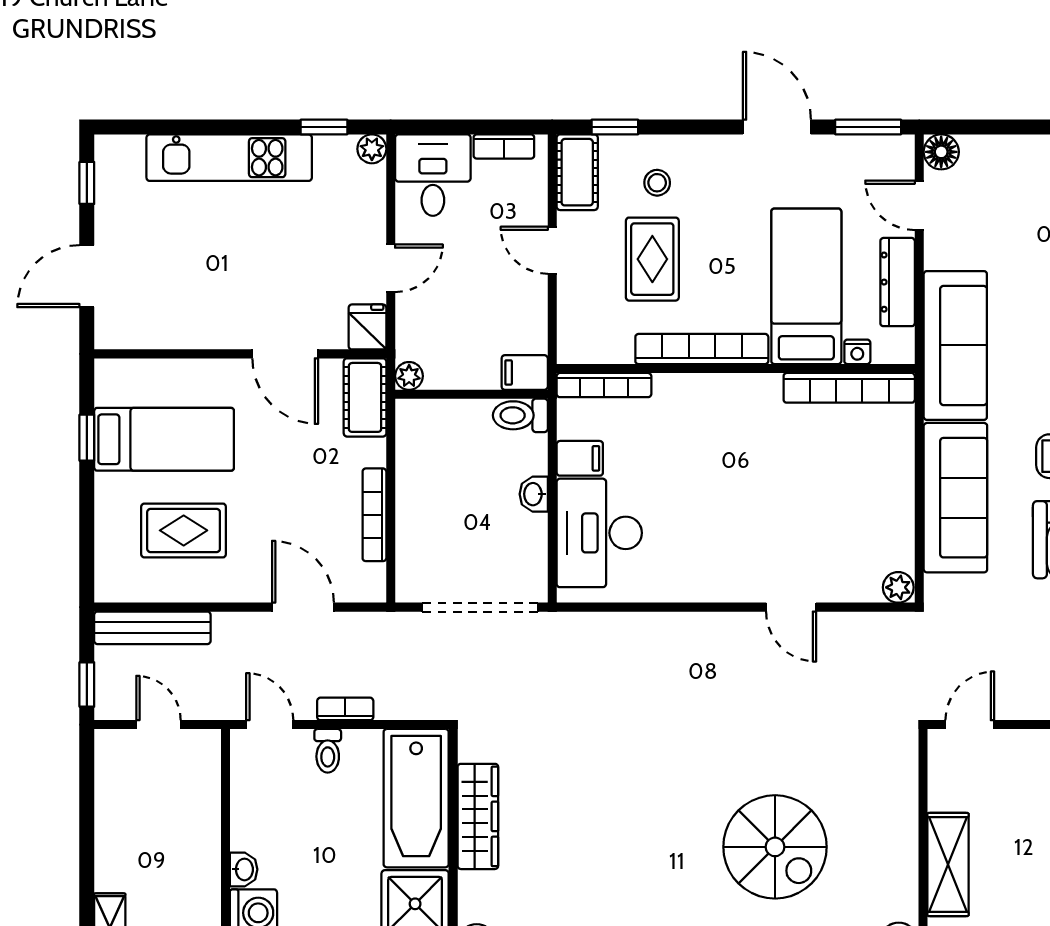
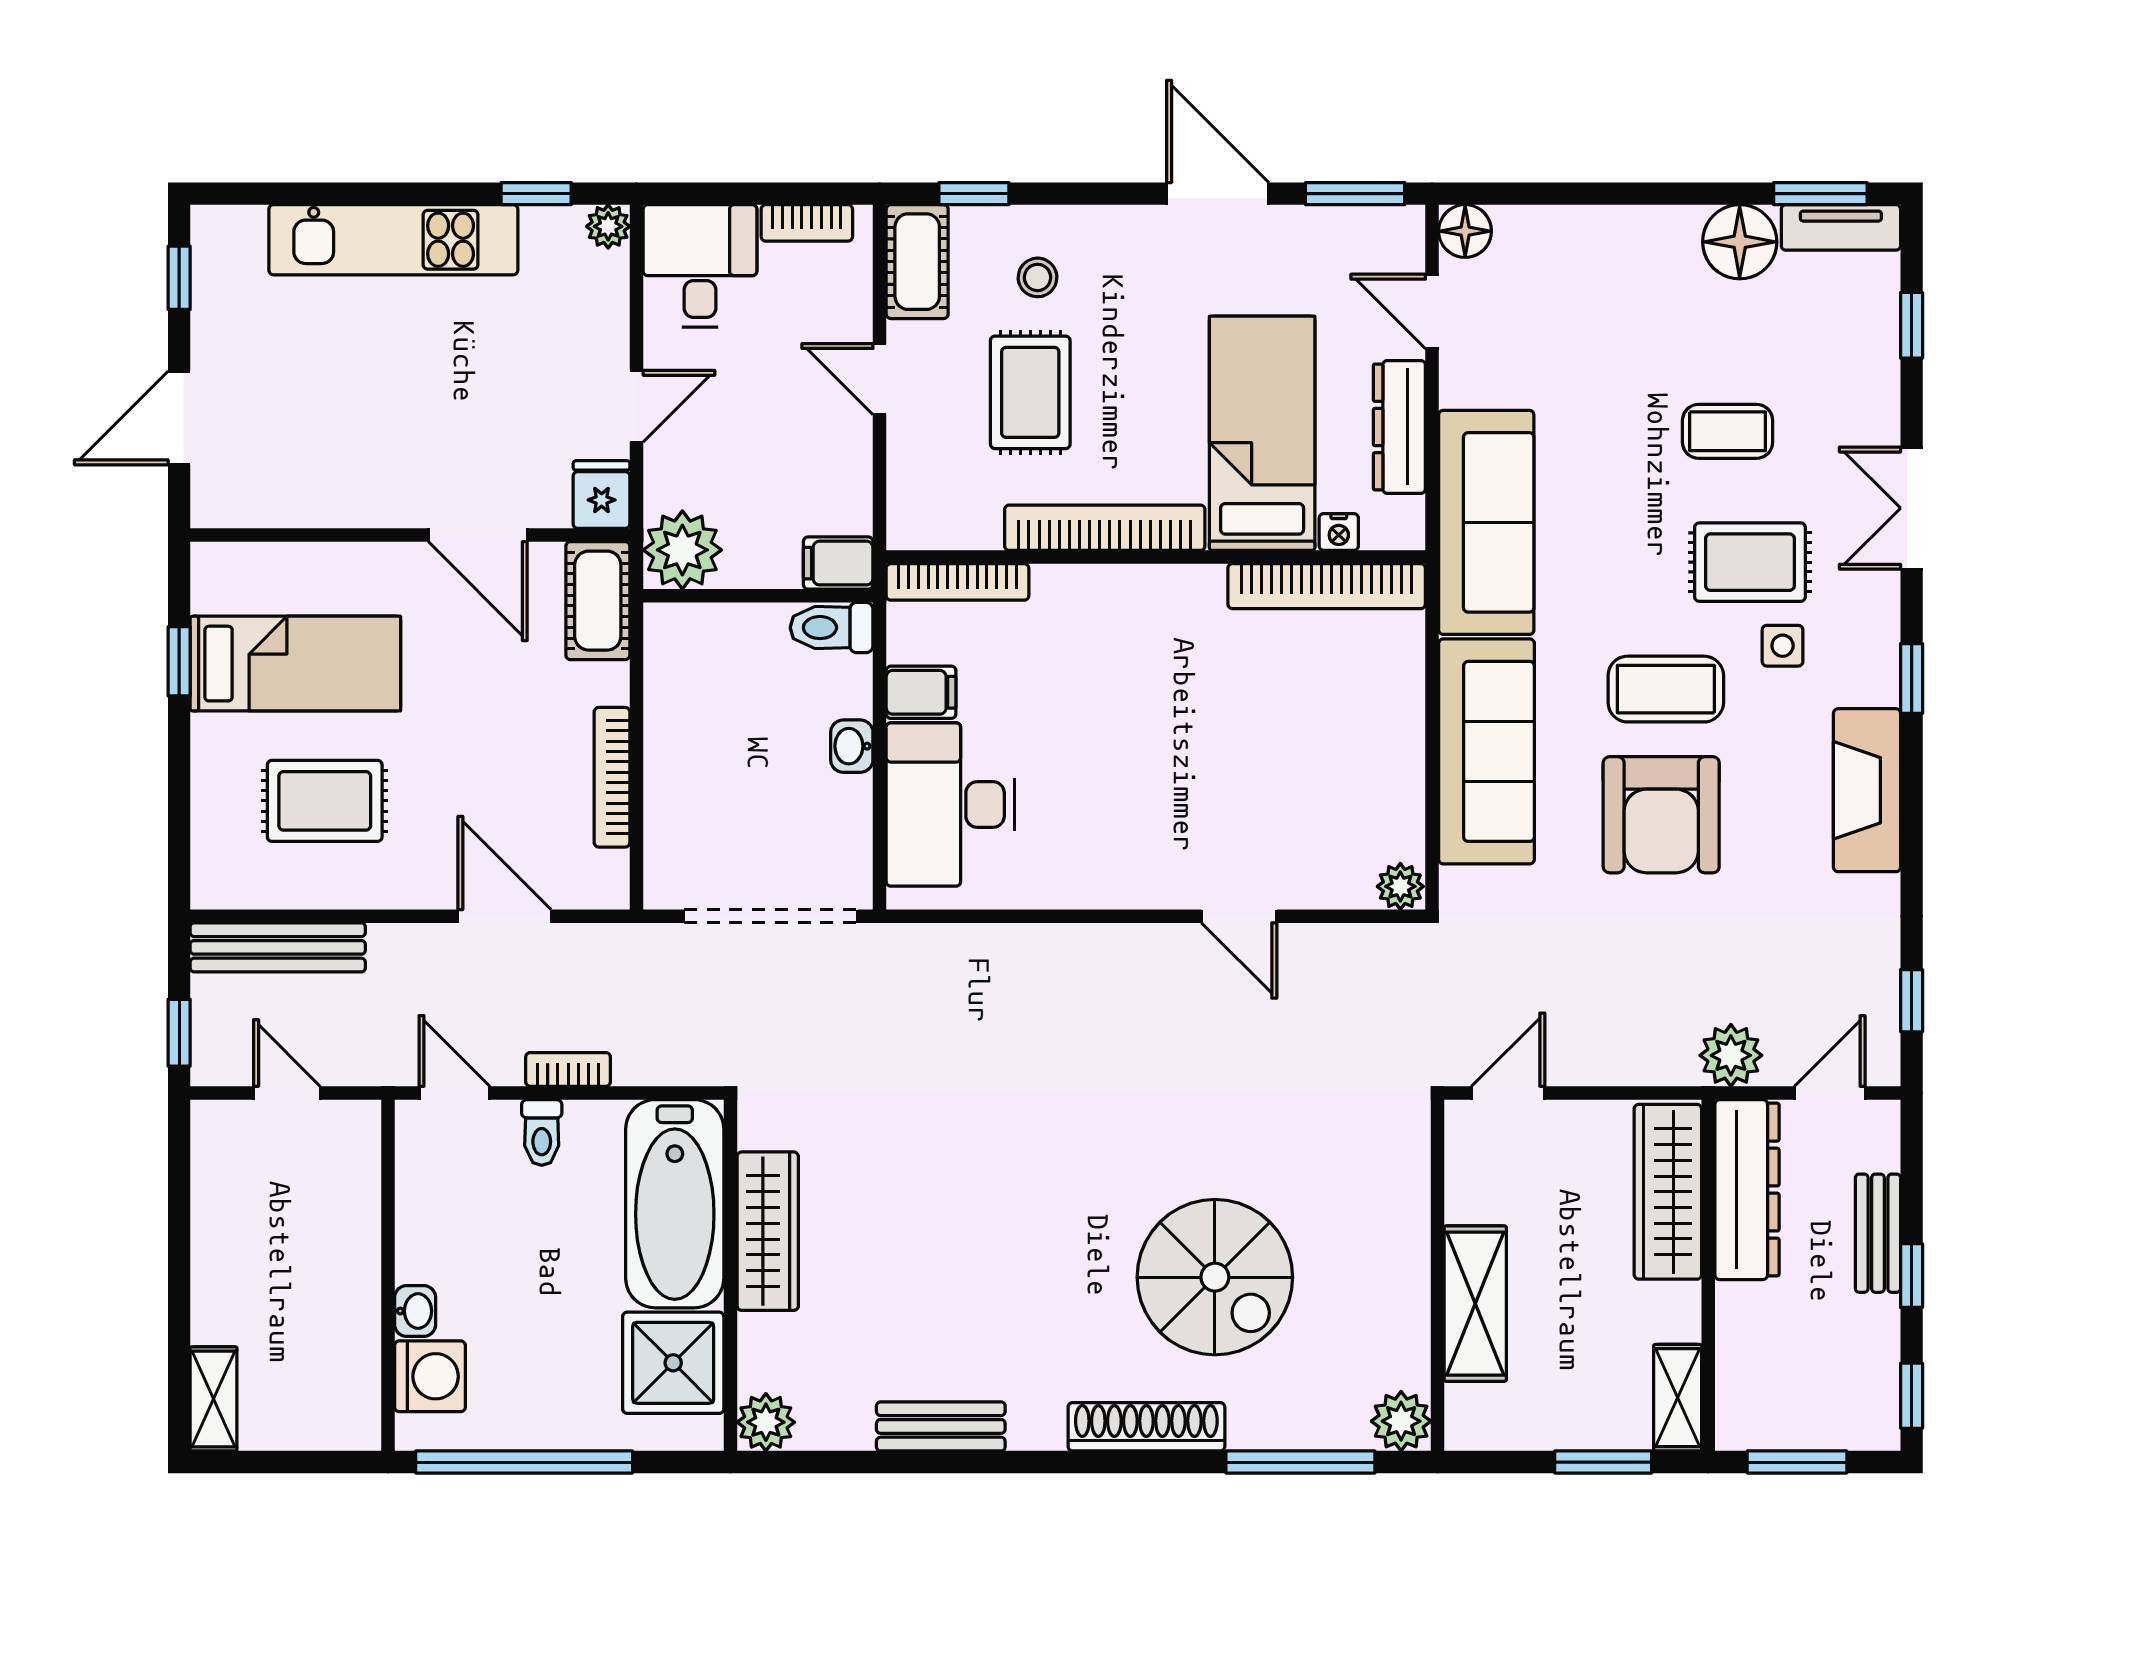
plant: (409, 376) -> (682, 550), width x1.88, depth x1.88

